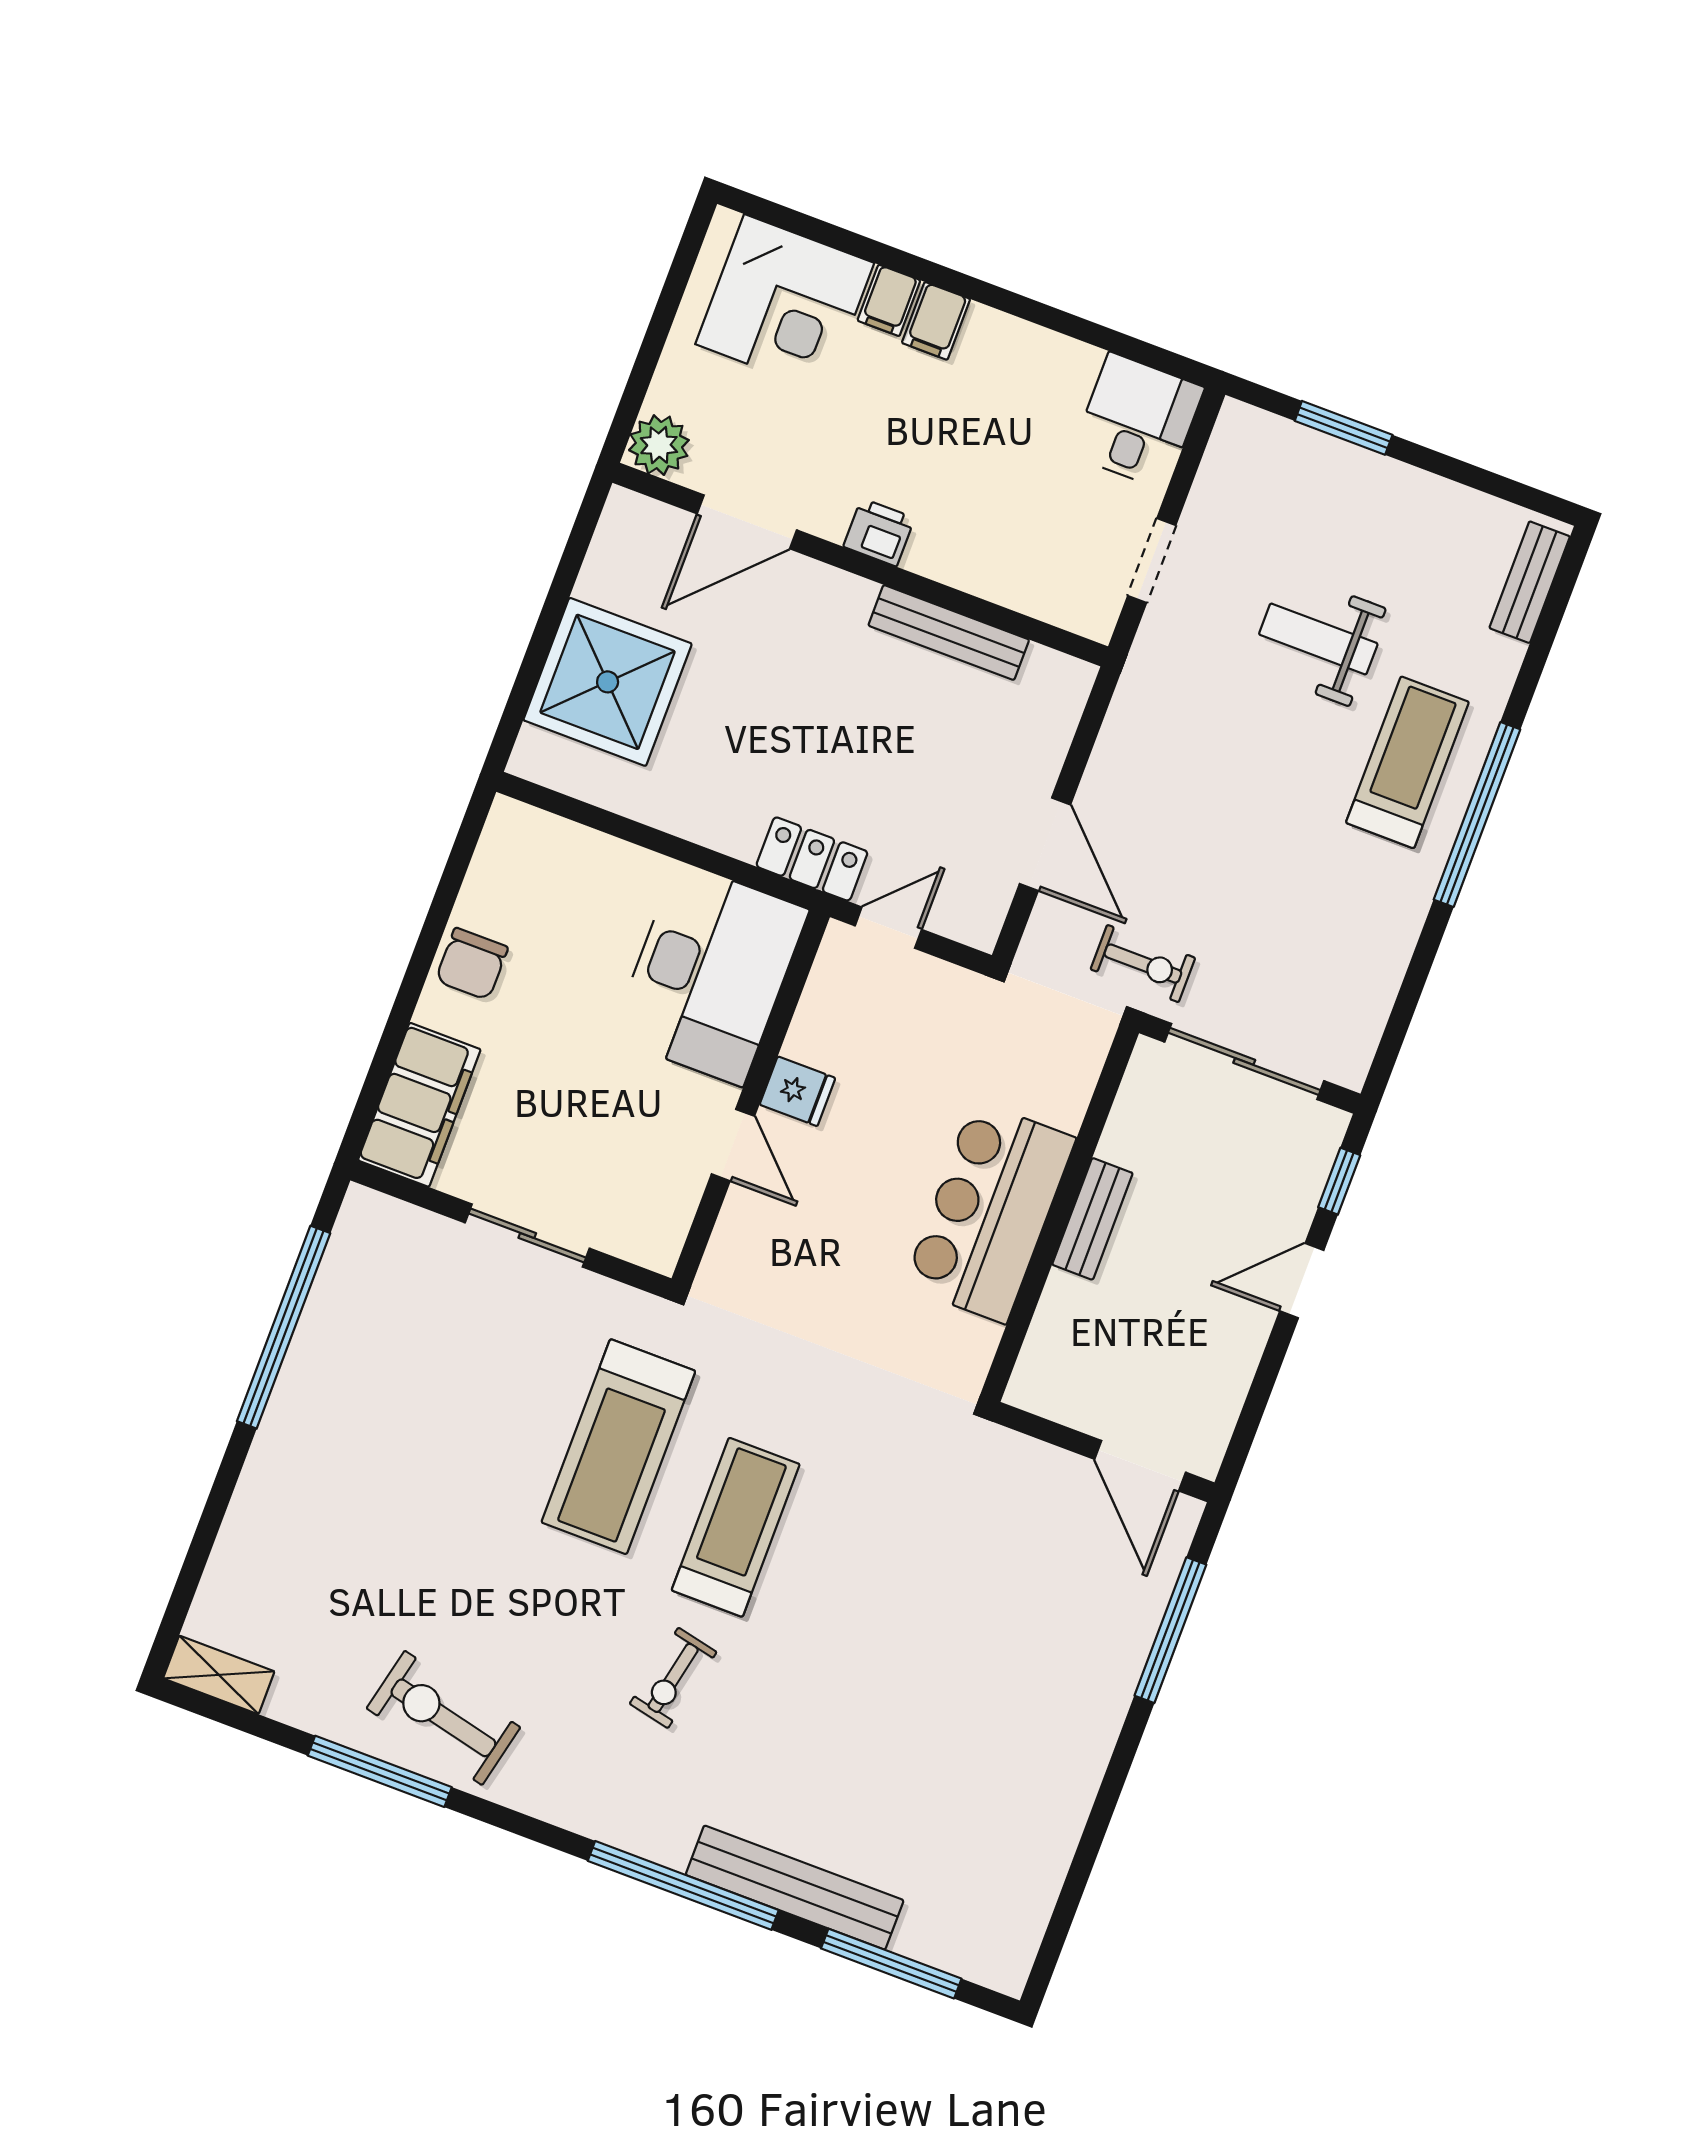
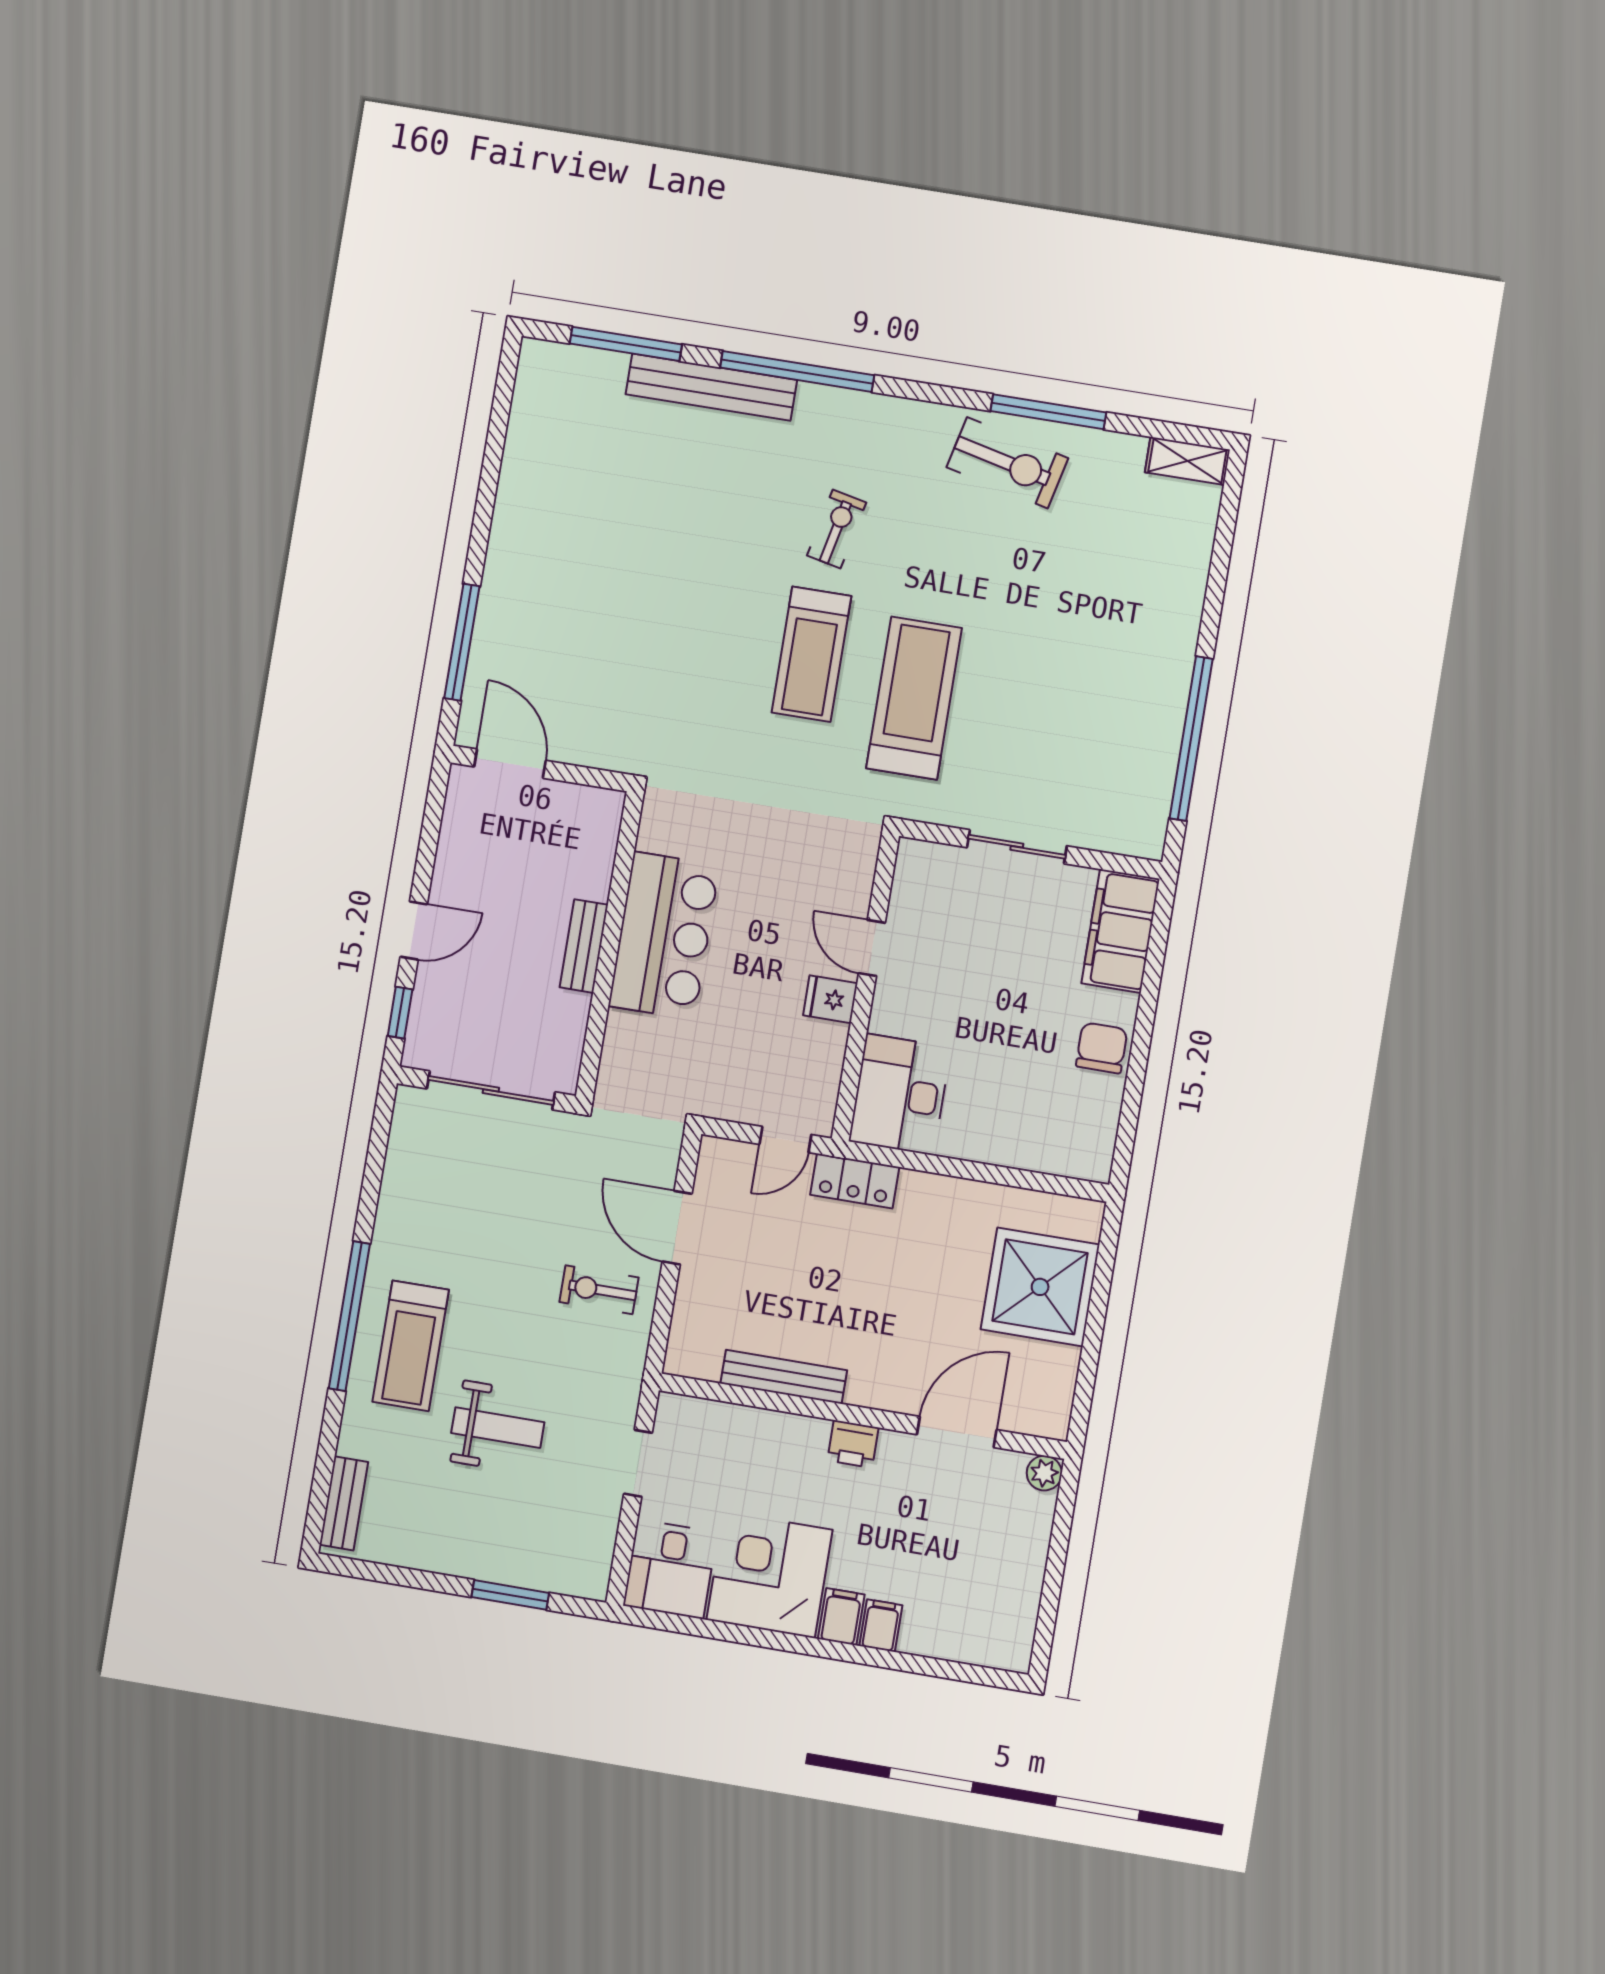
corner desk: (785, 304) -> (769, 1575), moved
plant: (659, 445) -> (1044, 1473), width x0.73, depth x0.73
exercise bike: (1143, 964) -> (599, 1290), moved
desk: (710, 974) -> (900, 1094), width x0.73, depth x0.77

